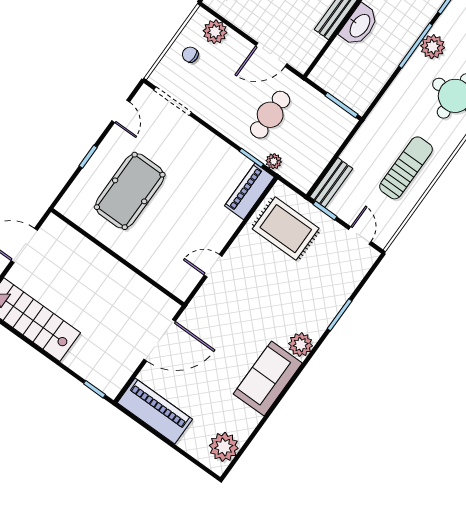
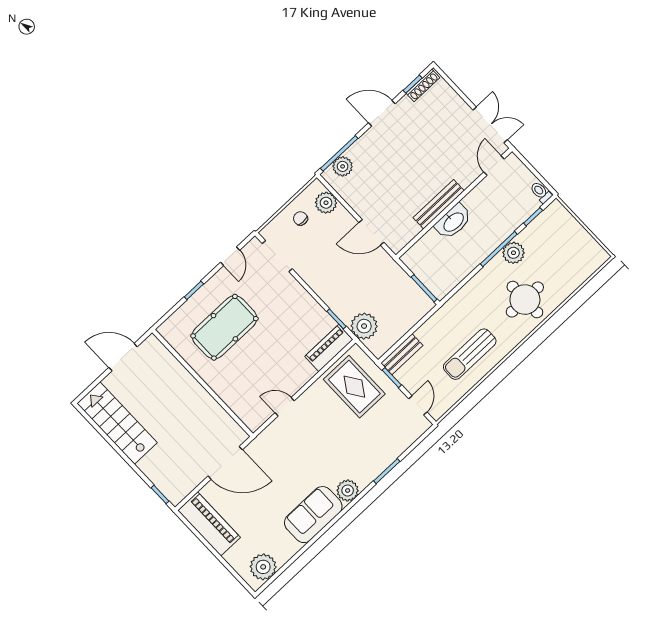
cafe table: (270, 115) -> (360, 285), removed
plant: (274, 161) -> (364, 326), width x1.88, depth x1.88
sun lounger: (406, 168) -> (470, 354), turned 180

